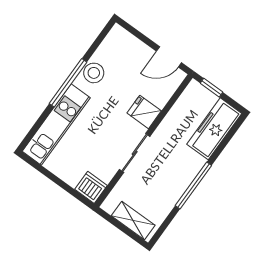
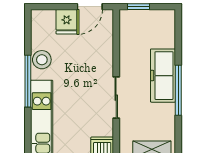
fridge: (144, 112) -> (67, 22), moved, turned -90
freezer: (214, 129) -> (163, 76), moved

